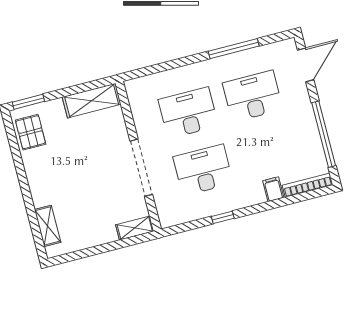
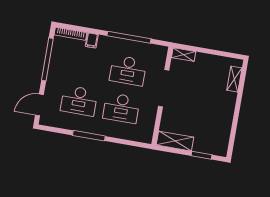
window: (234, 49) -> (89, 136), moved
window: (28, 102) -> (202, 155), moved
pallet: (31, 132) -> (219, 139), removed
window: (223, 217) -> (129, 37), width x3.17

